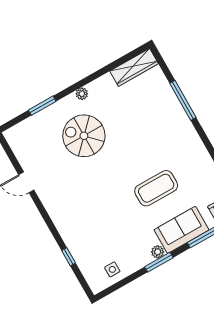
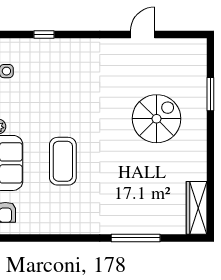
plant: (82, 94) -> (200, 141), removed

